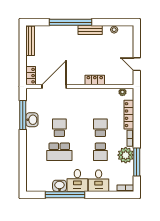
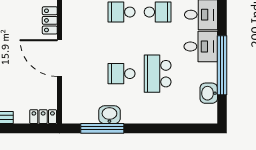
door: (54, 86) -> (59, 58), moved
school desk: (59, 152) -> (158, 74), turned 180
washbasin: (60, 186) -> (209, 93), moved

